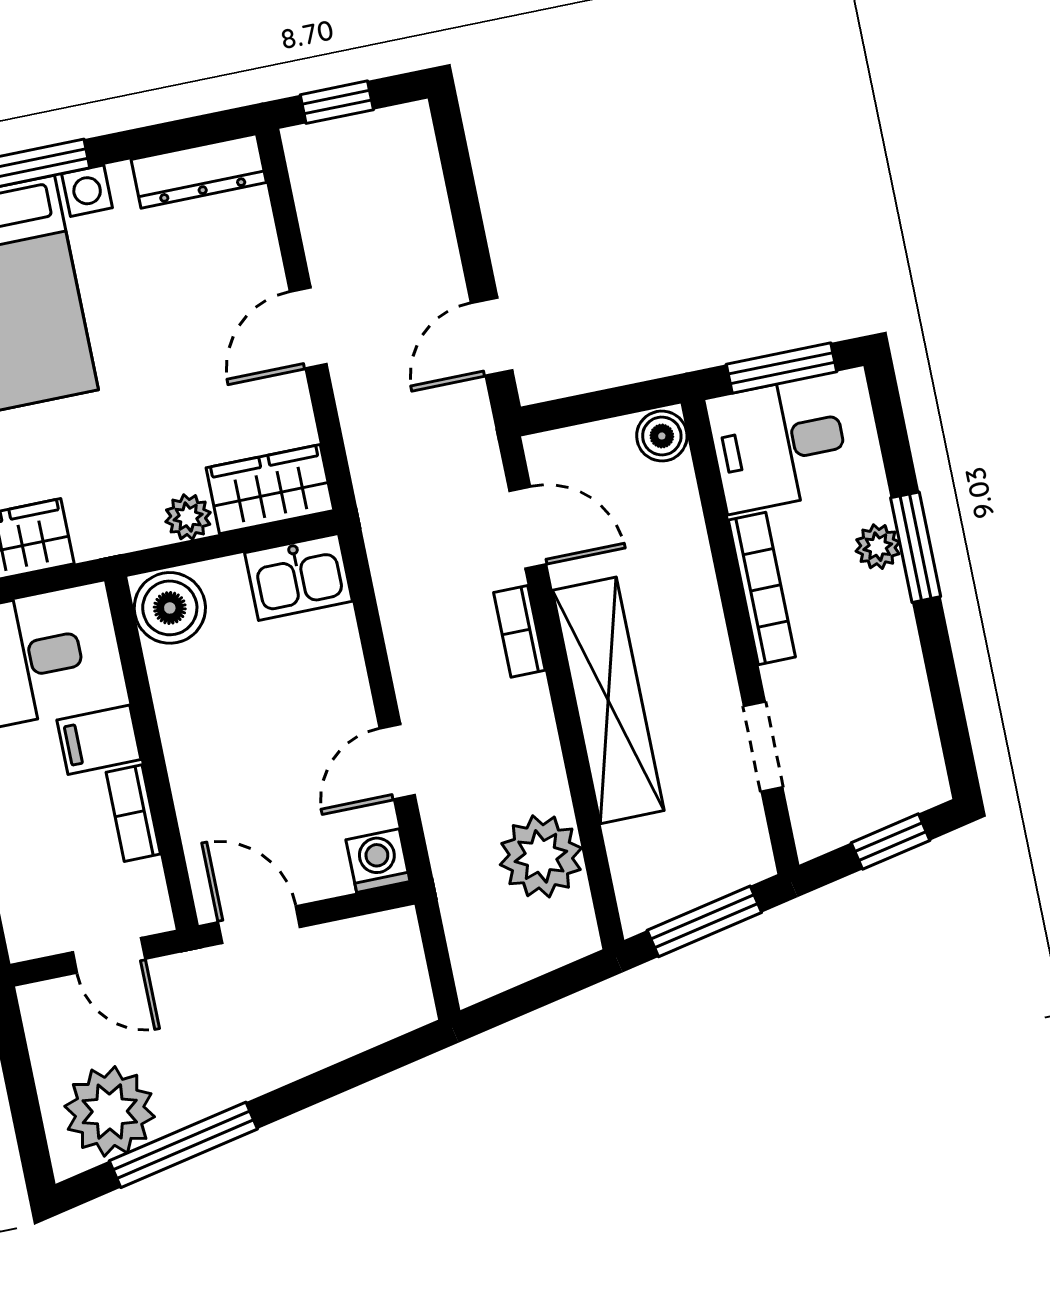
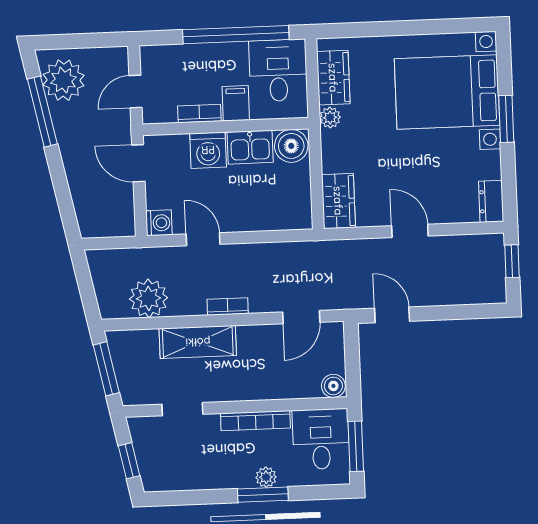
dresser: (199, 171) -> (491, 201), width x0.70
plant: (188, 517) -> (330, 118), moved
kitchen sink: (299, 577) -> (250, 147), moved, turned -90
bookcase: (519, 631) -> (228, 306), moved
shelving: (608, 700) -> (198, 342), width x0.68
washing machine: (208, 782) -> (208, 150), added
door: (259, 925) -> (138, 163), swing flipped

